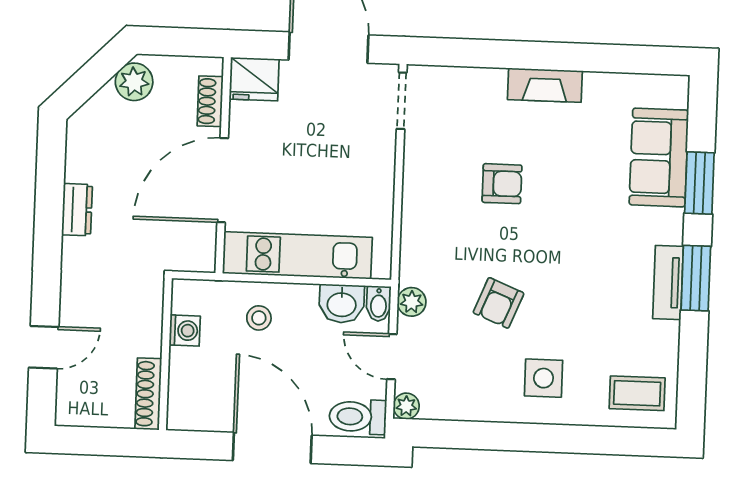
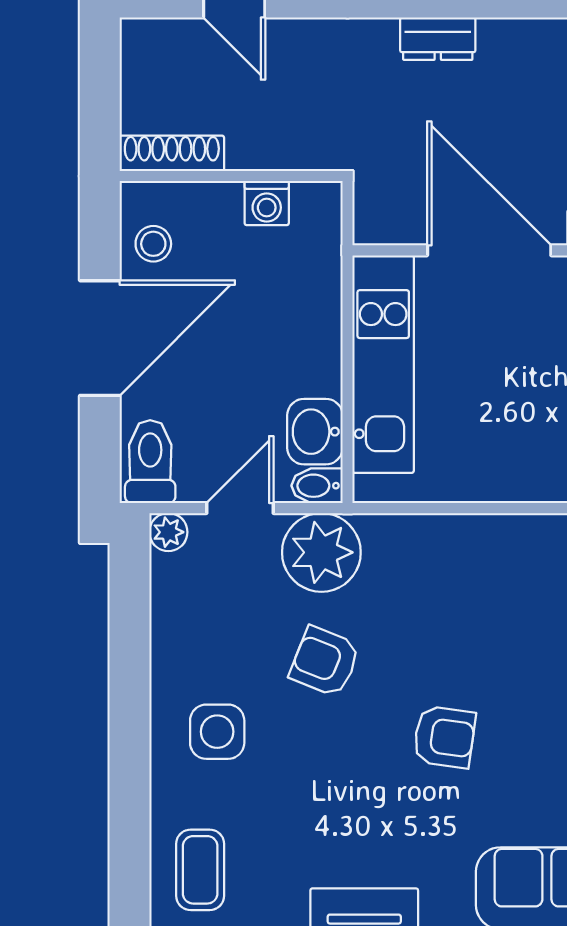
armchair: (502, 184) -> (444, 737), moved, turned -82
plant: (412, 302) -> (321, 552), width x1.88, depth x1.88
stool: (259, 318) -> (153, 244), moved

